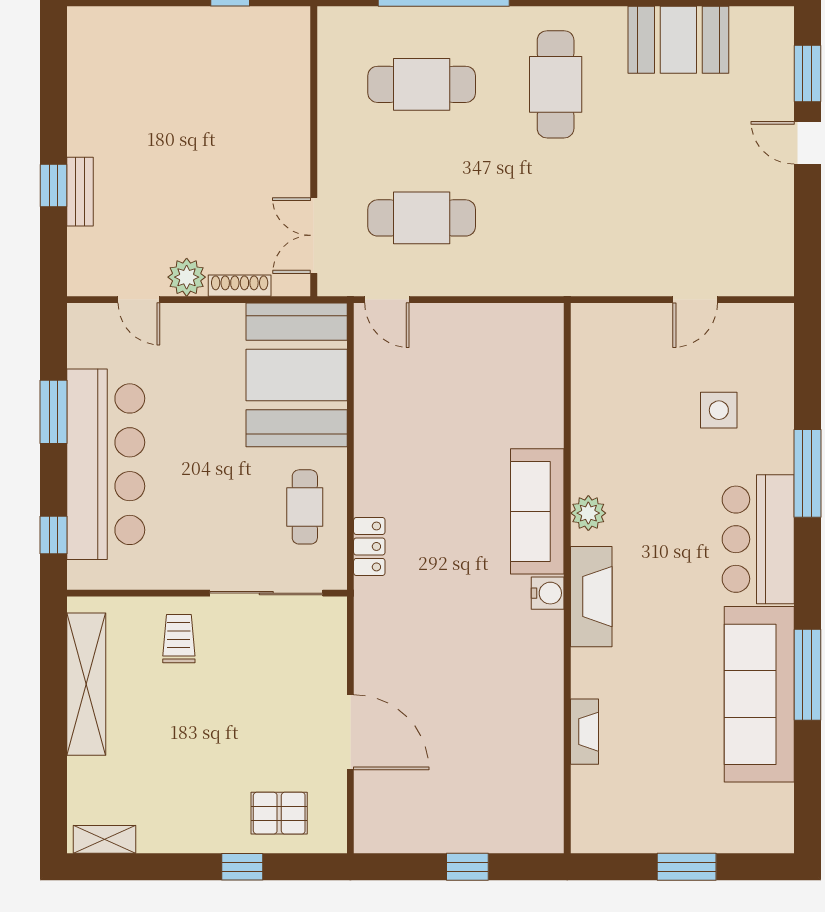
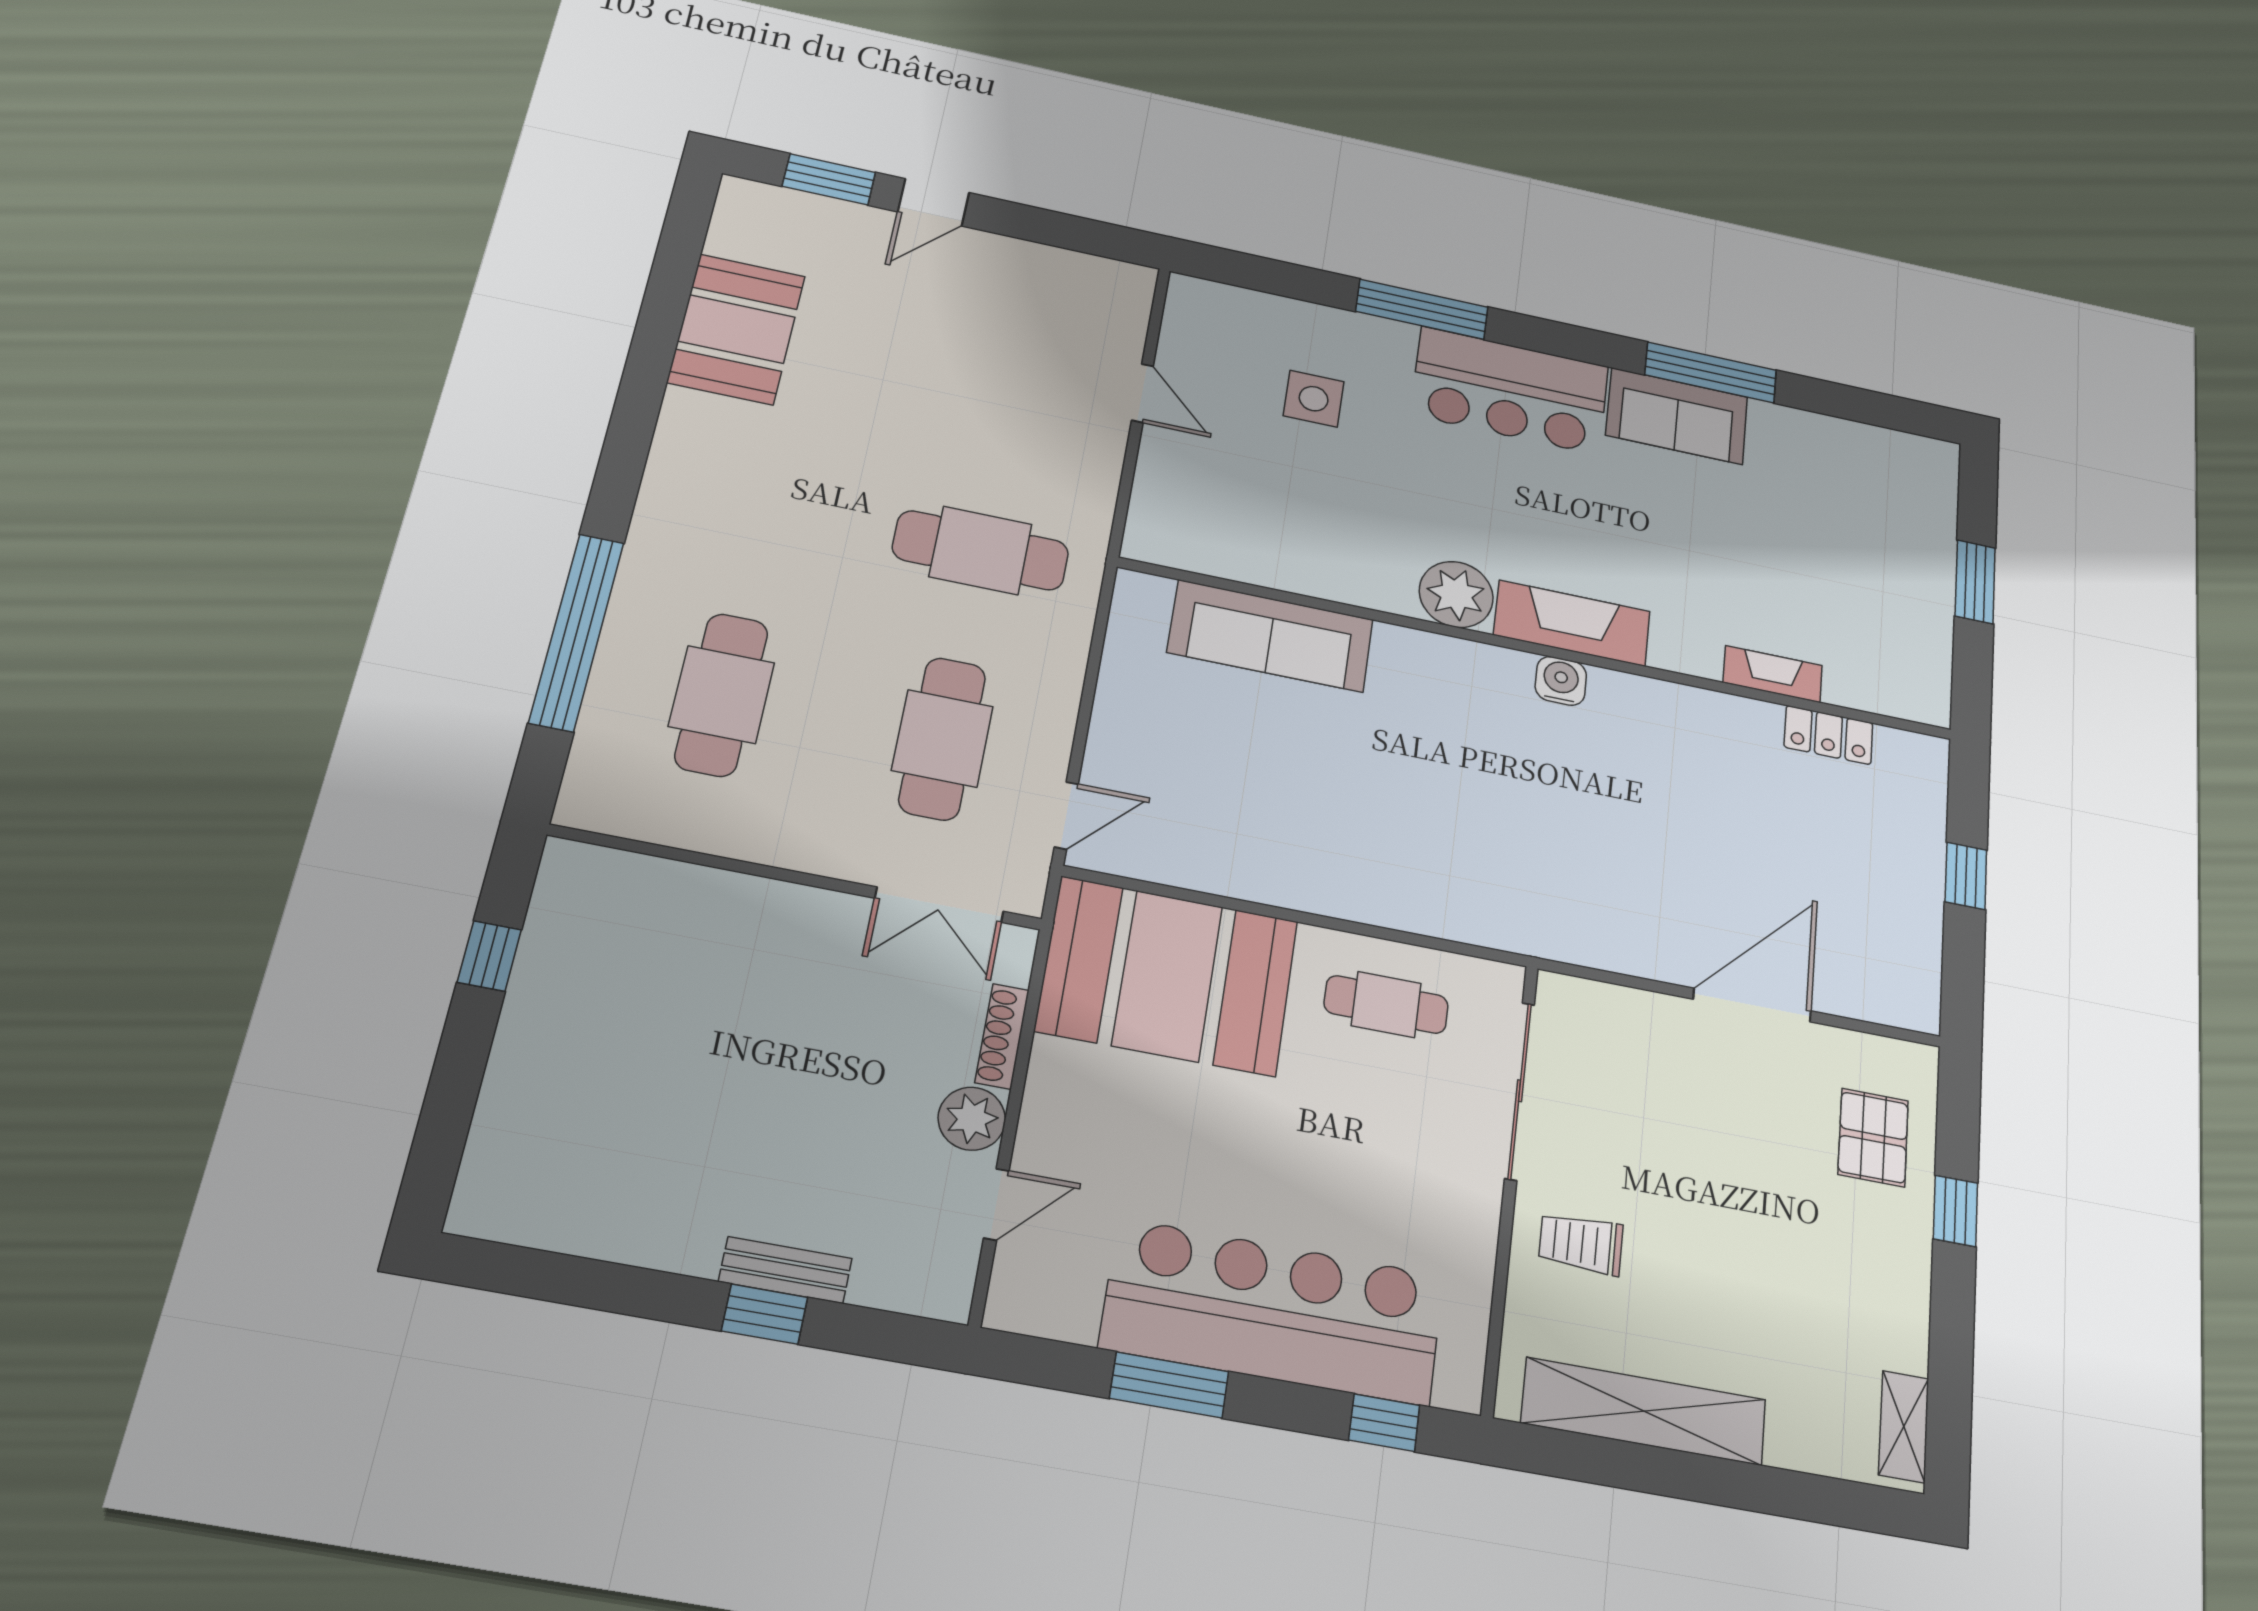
cafe table: (556, 84) -> (981, 550), moved
sofa: (537, 511) -> (1271, 636), moved
plant: (588, 513) -> (1456, 594), width x1.36, depth x1.36
locker: (369, 546) -> (1829, 735), moved, turned 180
sofa: (759, 694) -> (1677, 416), width x0.54, depth x0.79

